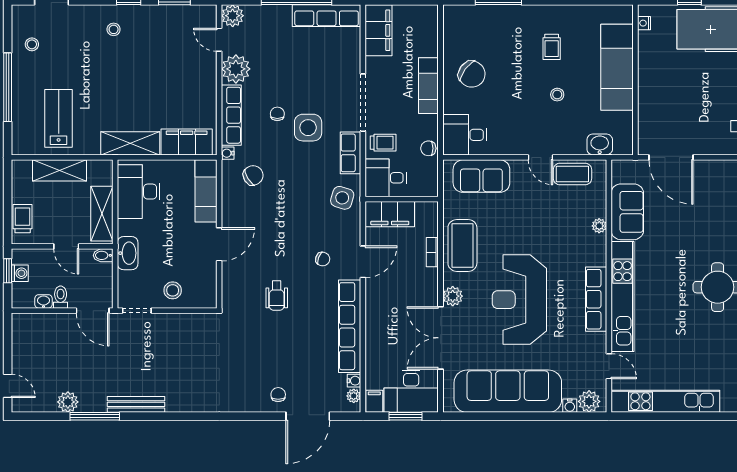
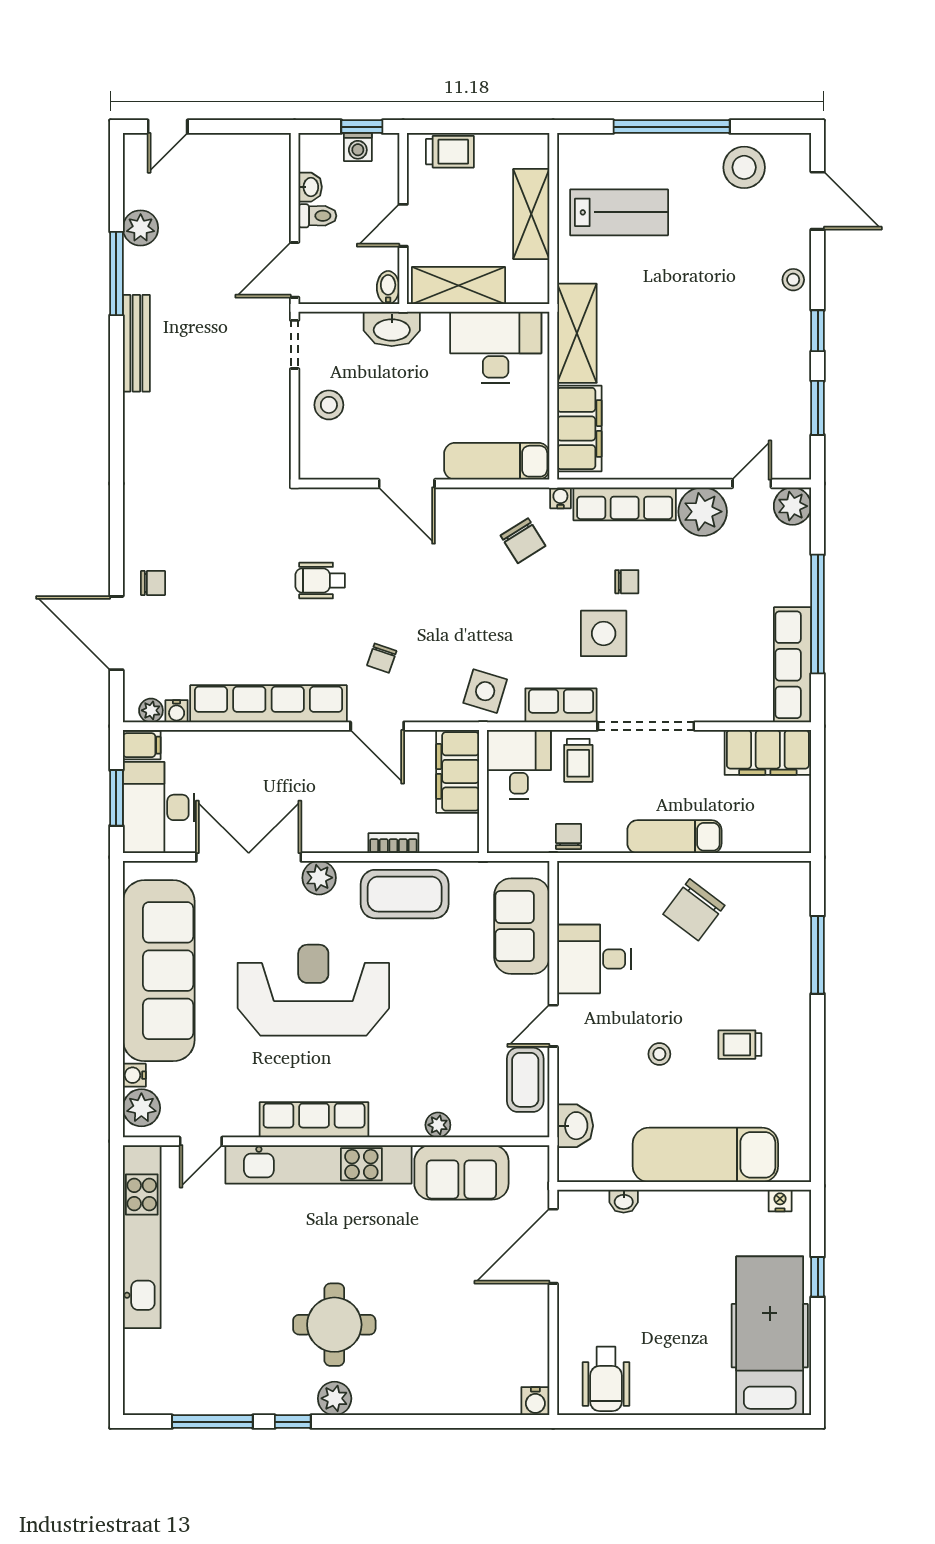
stool: (114, 29) -> (793, 280), moved
stool: (32, 44) -> (744, 167), width x1.89, depth x1.89
washbasin: (644, 116) -> (624, 1201), added
desk: (465, 135) -> (594, 959), moved, turned -90

